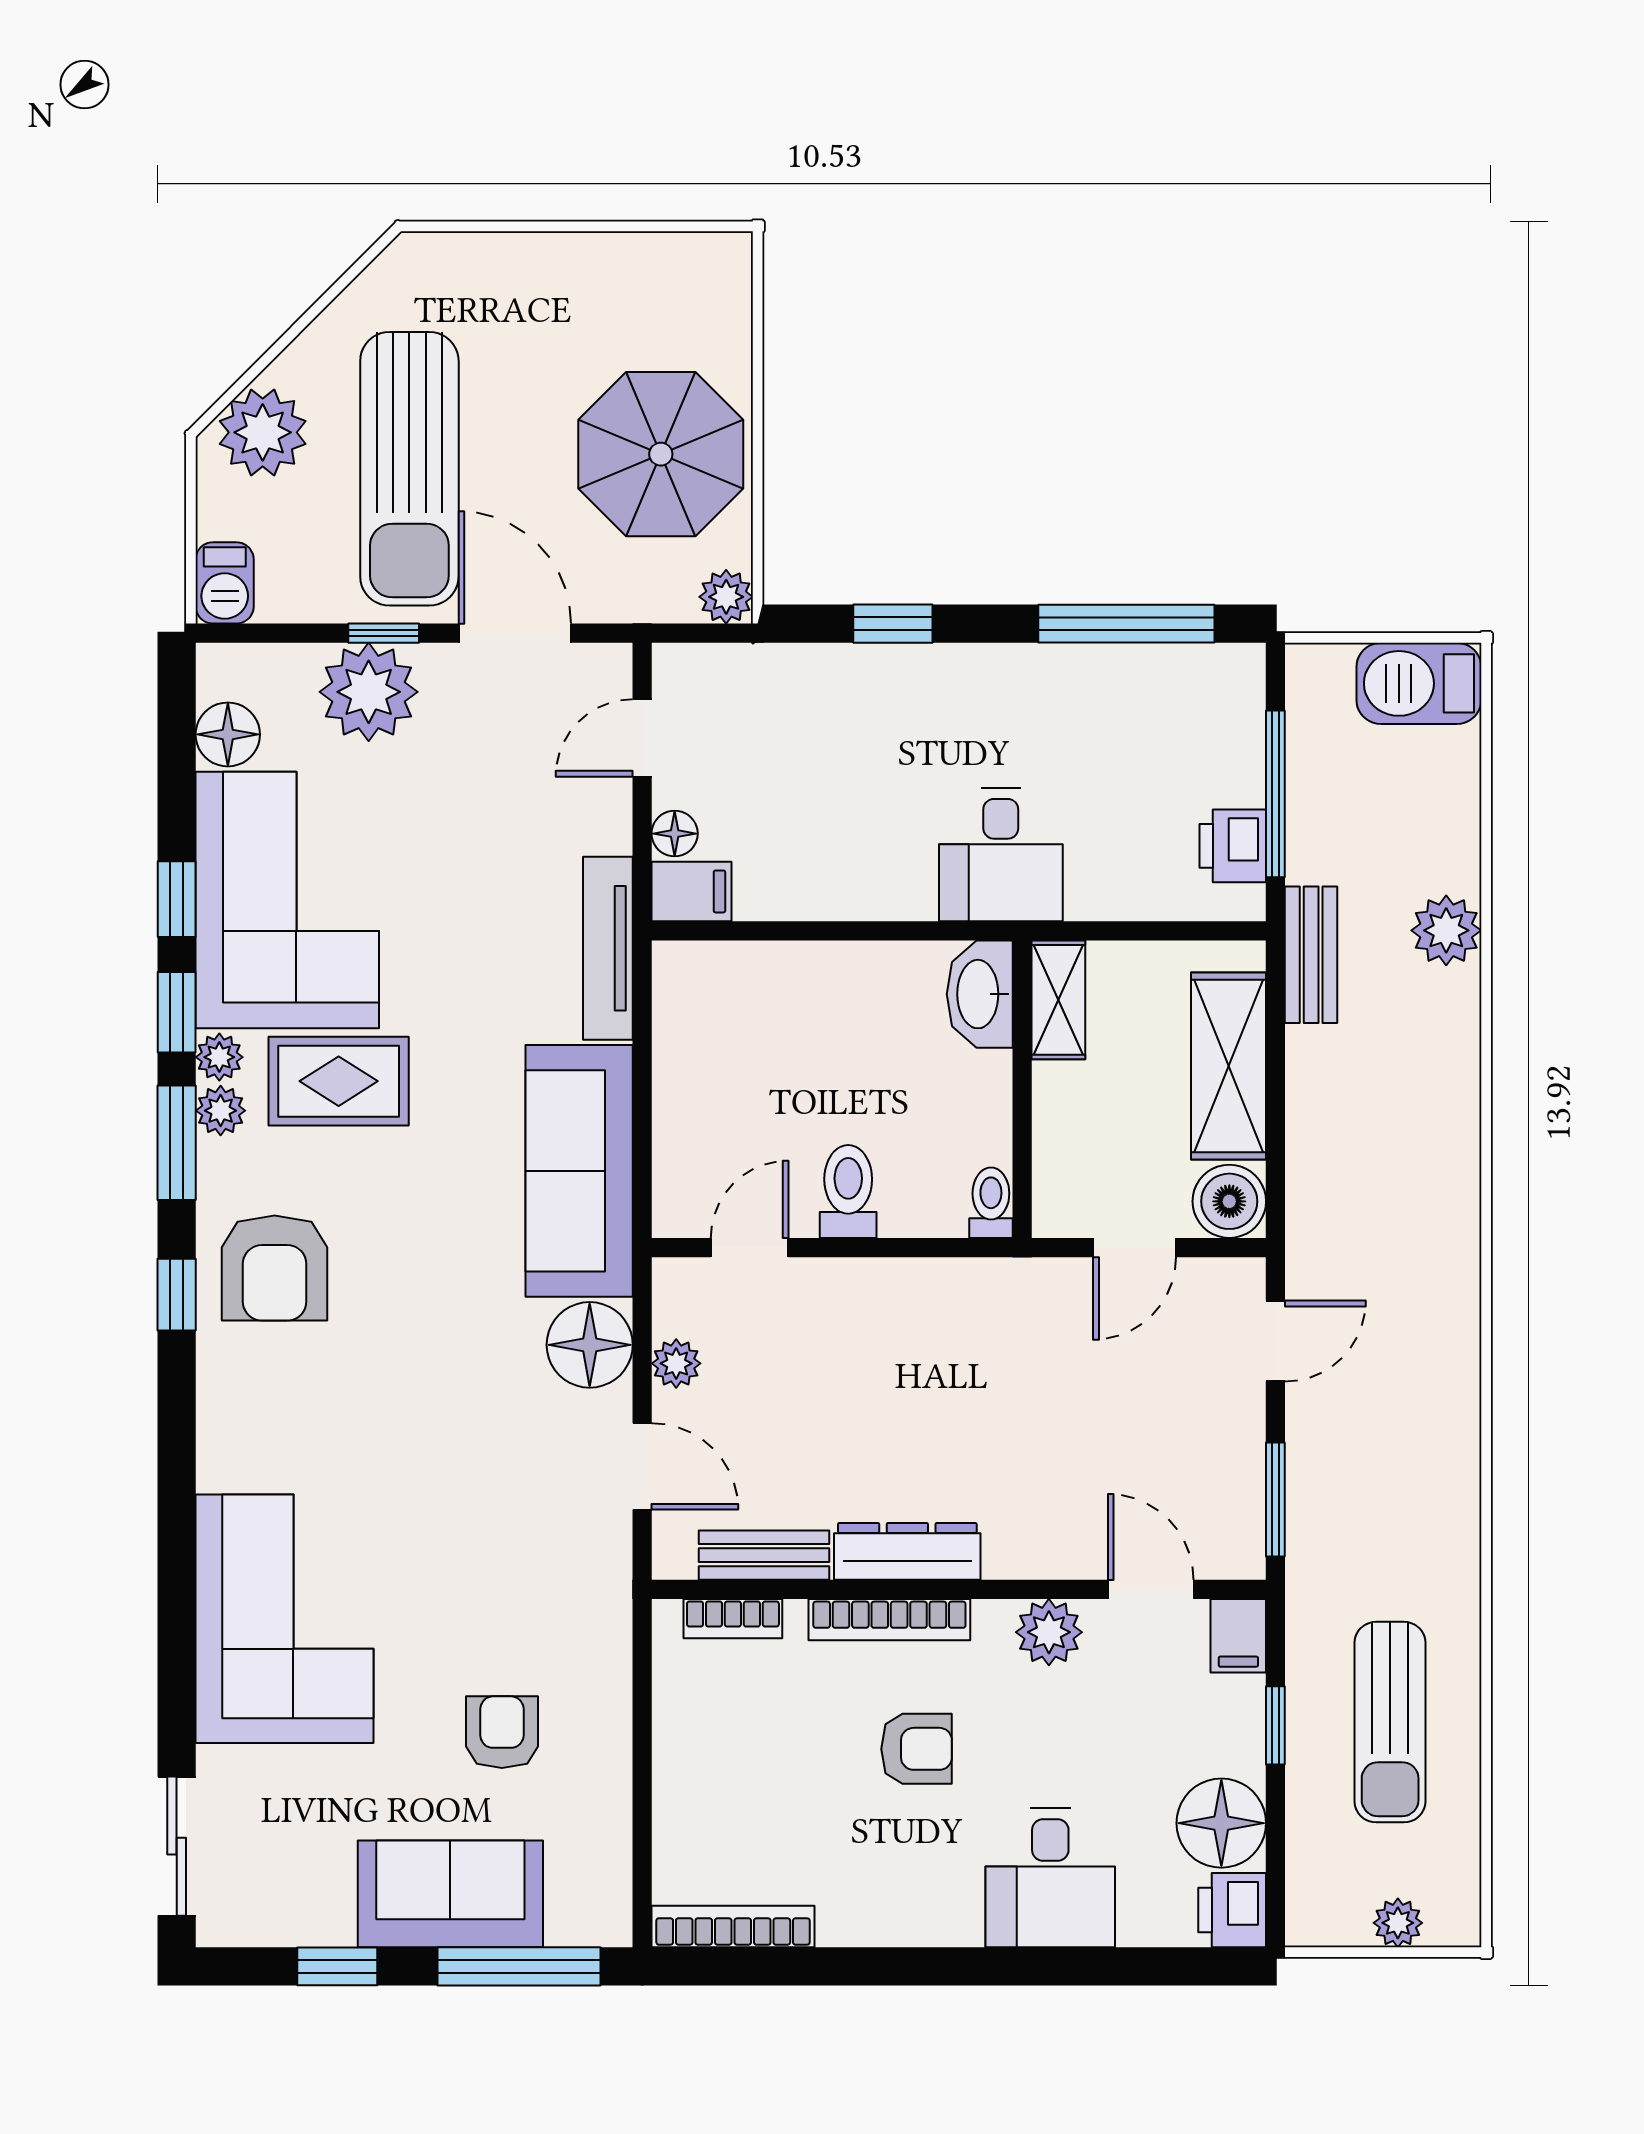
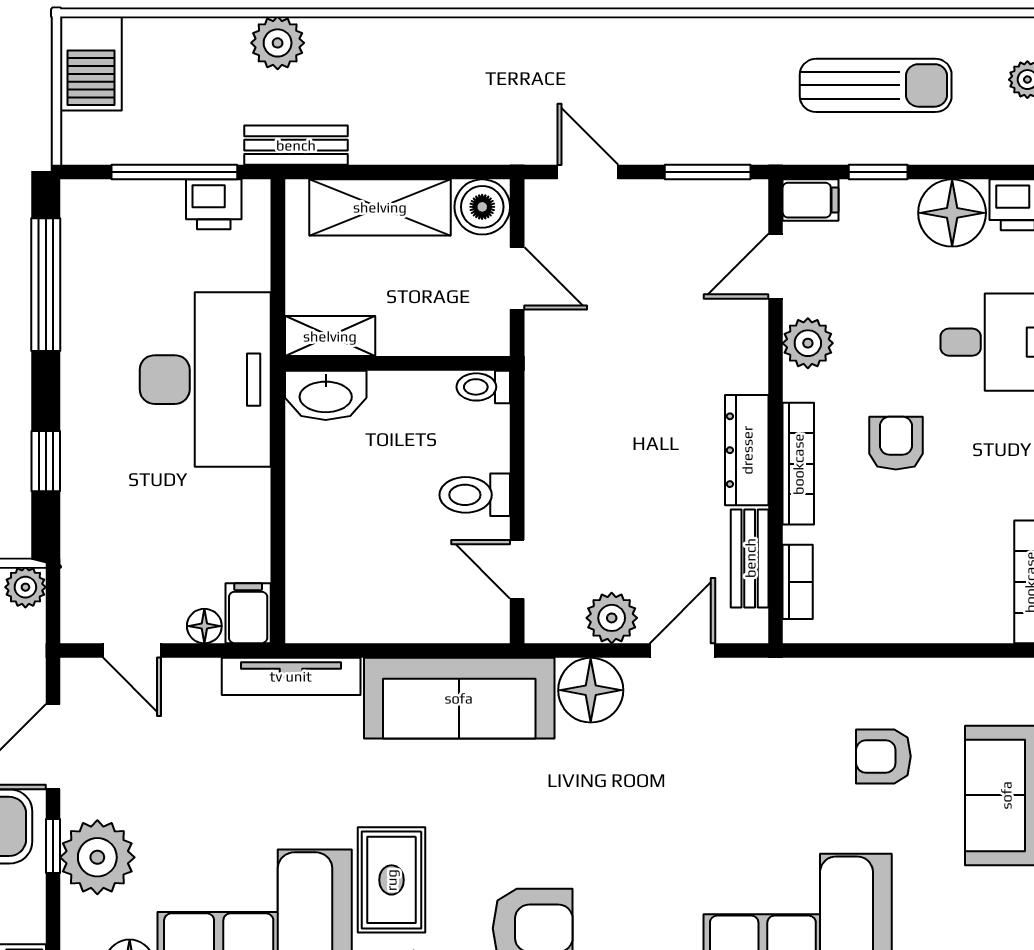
desk: (1001, 855) -> (205, 380), width x1.87, depth x1.30
plant: (676, 1363) -> (612, 618), width x1.38, depth x1.38

